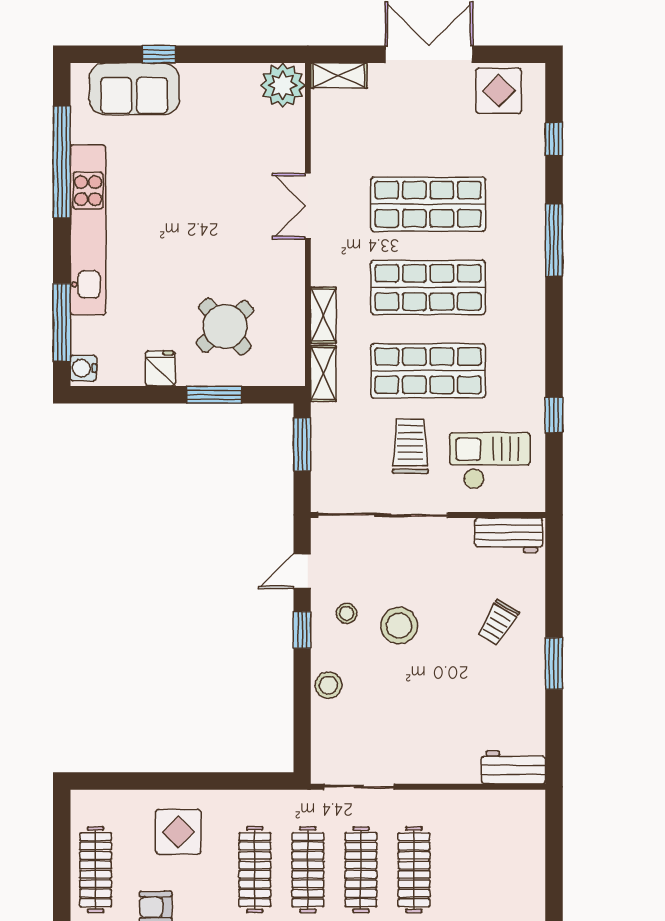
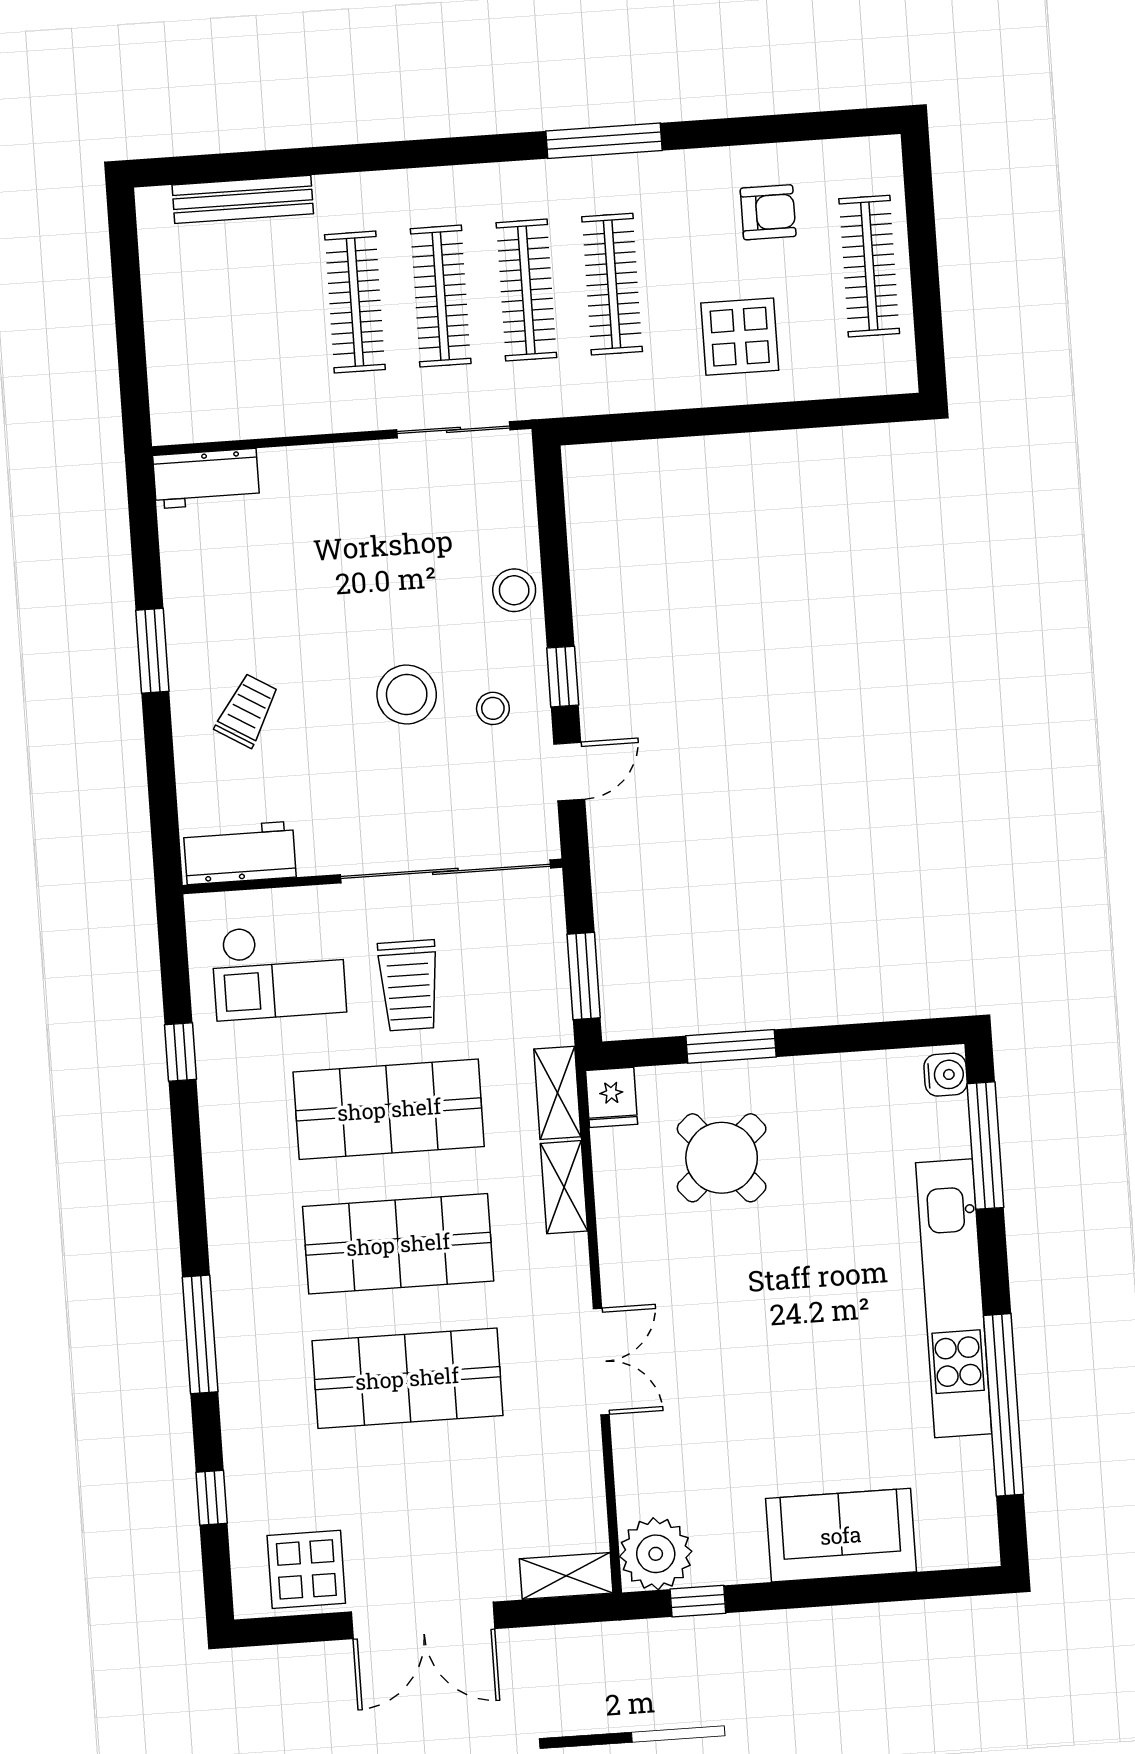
window: (159, 54) -> (698, 1601), moved
sofa: (134, 89) -> (841, 1535), moved
fridge: (160, 368) -> (612, 1097), moved

